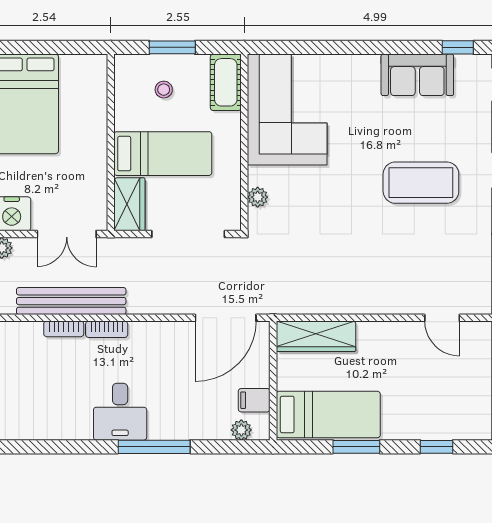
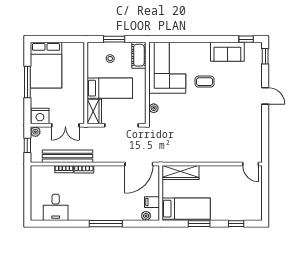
coffee table: (421, 183) -> (205, 82), moved, width x0.54, depth x0.58
door: (442, 318) -> (251, 164), moved
desk: (120, 412) -> (56, 207), moved

